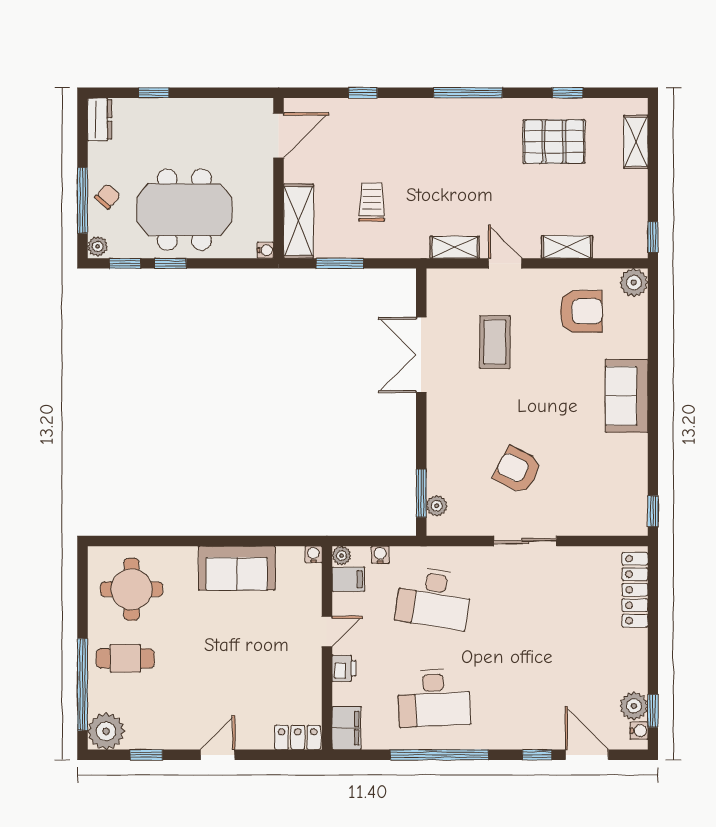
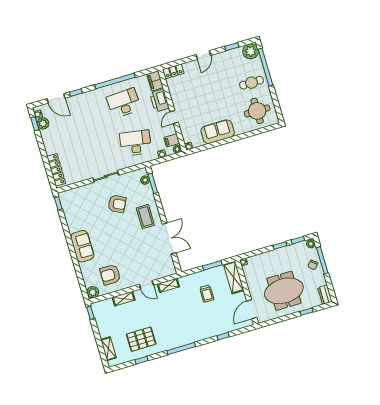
meeting table: (184, 210) -> (284, 291), moved
coffee table: (495, 342) -> (145, 217), moved
printer: (344, 668) -> (159, 100), width x1.87, depth x1.48

